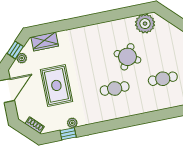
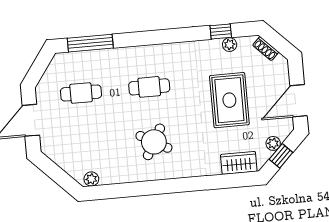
plant: (145, 24) -> (91, 179), width x0.53, depth x0.53
round table: (127, 57) -> (154, 142), moved
window: (160, 115) -> (90, 43), added
plant: (72, 123) -> (230, 45), moved

